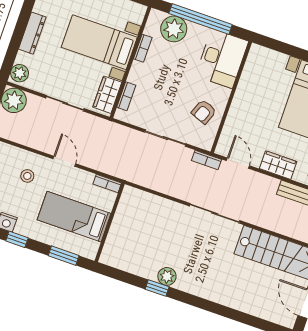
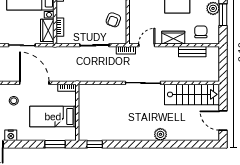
door: (64, 161) -> (34, 83), width x1.88
door: (238, 163) -> (147, 45), hinge flipped
window: (17, 239) -> (21, 144), removed
plant: (167, 276) -> (160, 134), moved
window: (157, 288) -> (95, 144), moved

